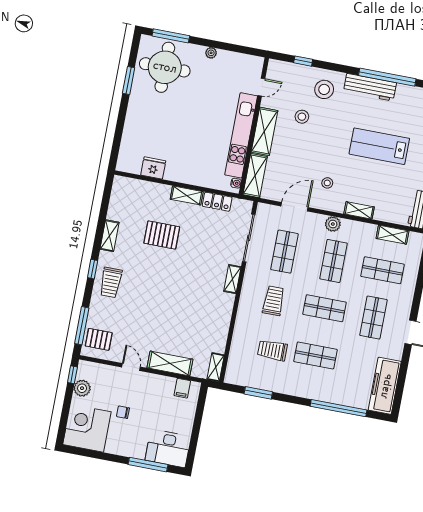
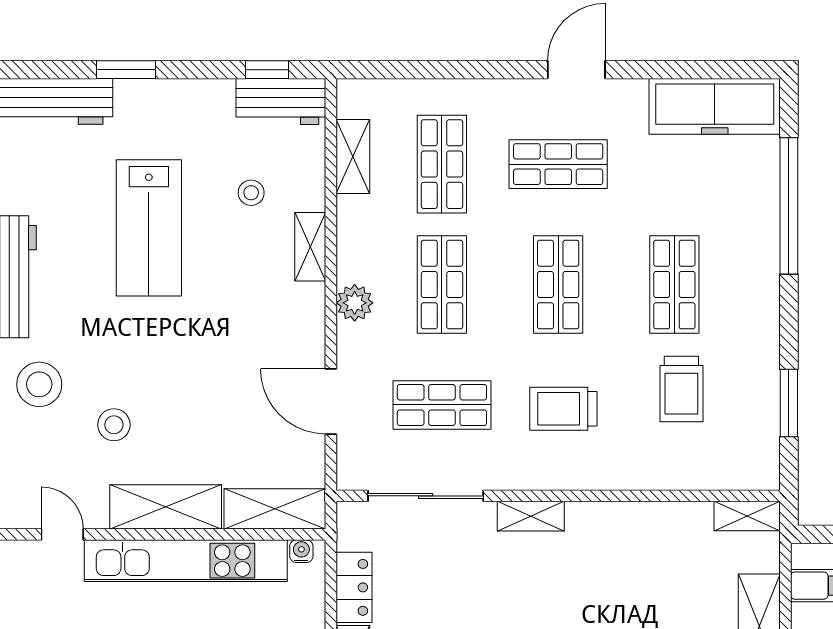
stool: (327, 183) -> (251, 193), moved
shop shelf: (333, 261) -> (442, 285), turned 90

